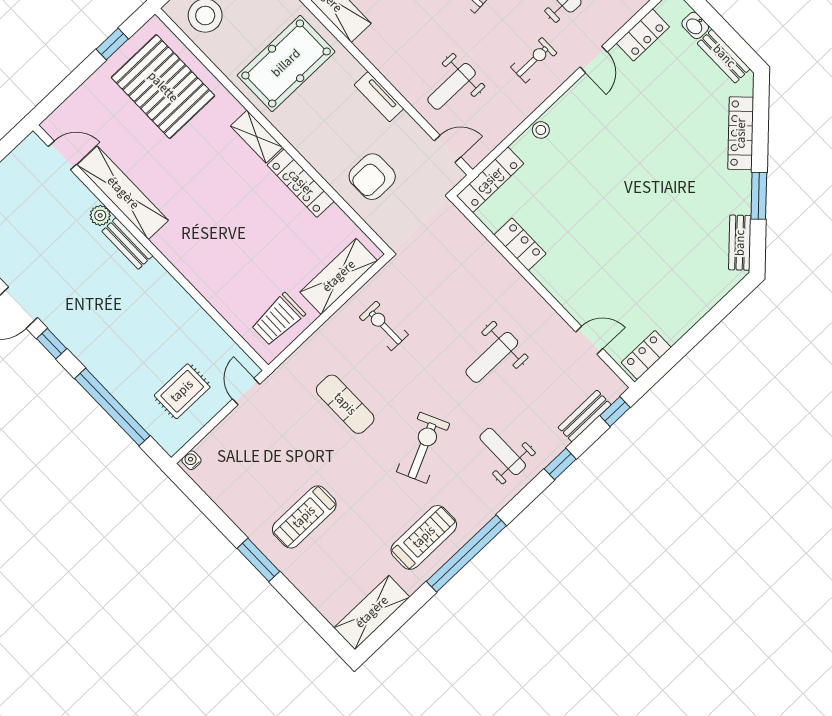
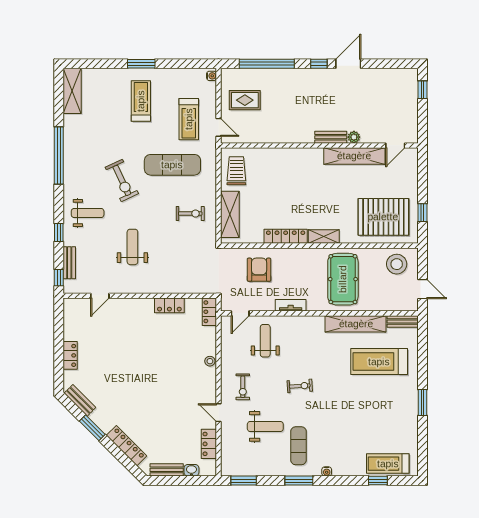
locker: (490, 180) -> (209, 312), width x0.66
locker: (646, 355) -> (70, 355), moved
rug: (182, 391) -> (245, 100), turned 90
exercise mat: (345, 404) -> (172, 165), width x1.36, depth x1.45
treadmill: (424, 537) -> (189, 119), moved

